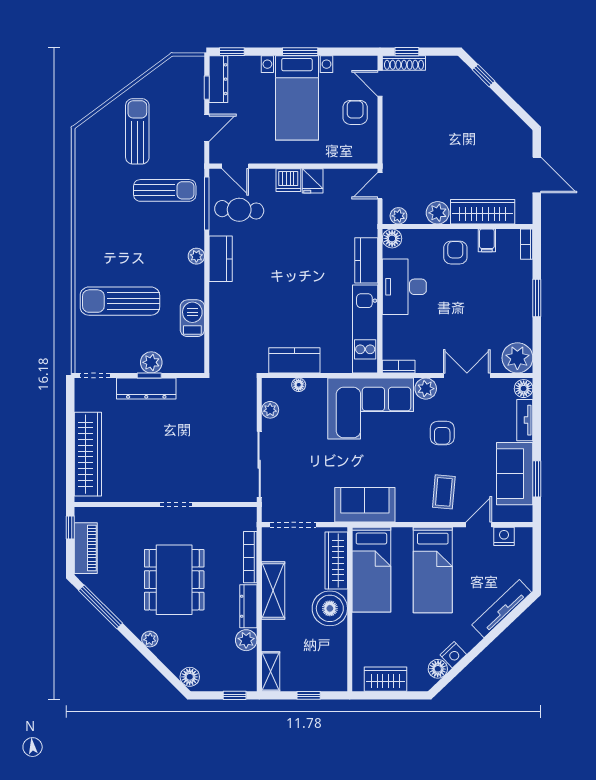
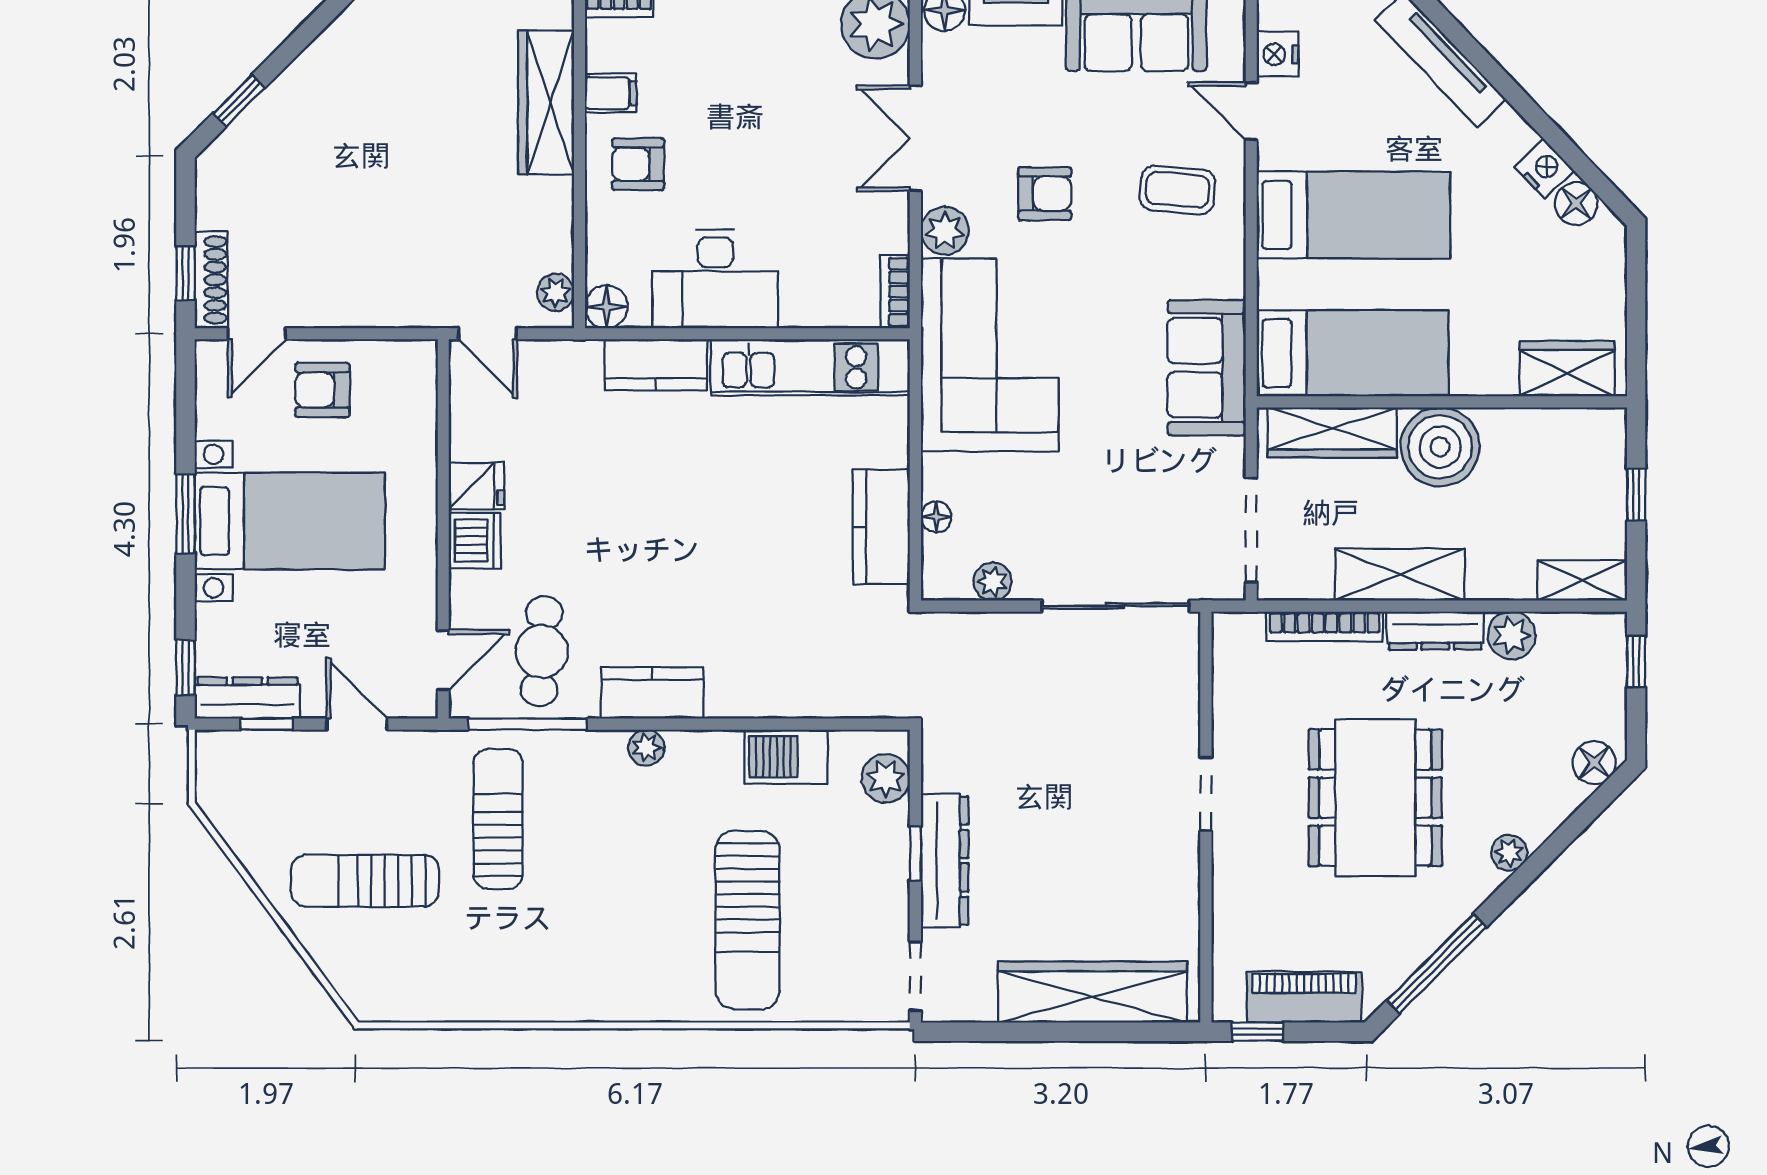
plant: (438, 213) -> (549, 204), removed
plant: (151, 362) -> (886, 778), moved
dining table: (174, 580) -> (1375, 798), turned 90
wardrobe: (386, 679) -> (1567, 369), moved, turned 90

